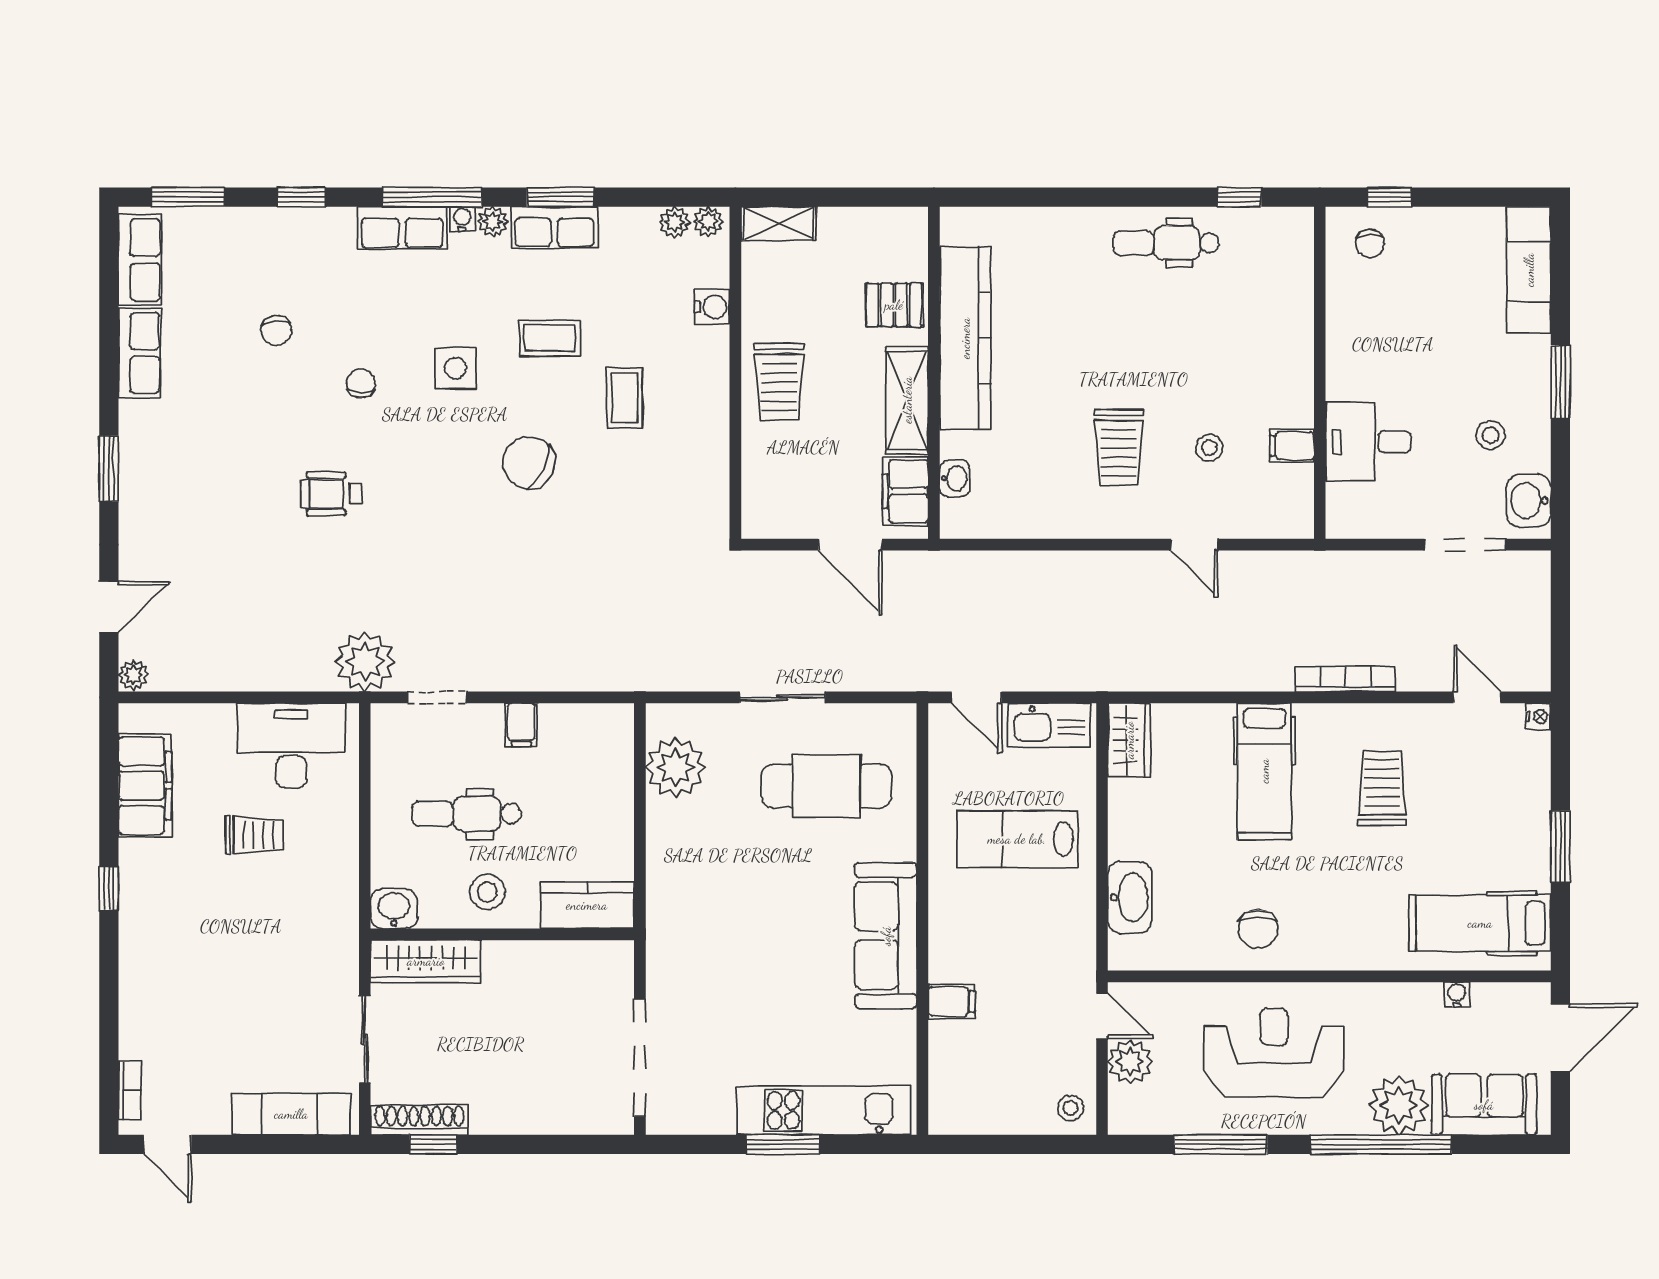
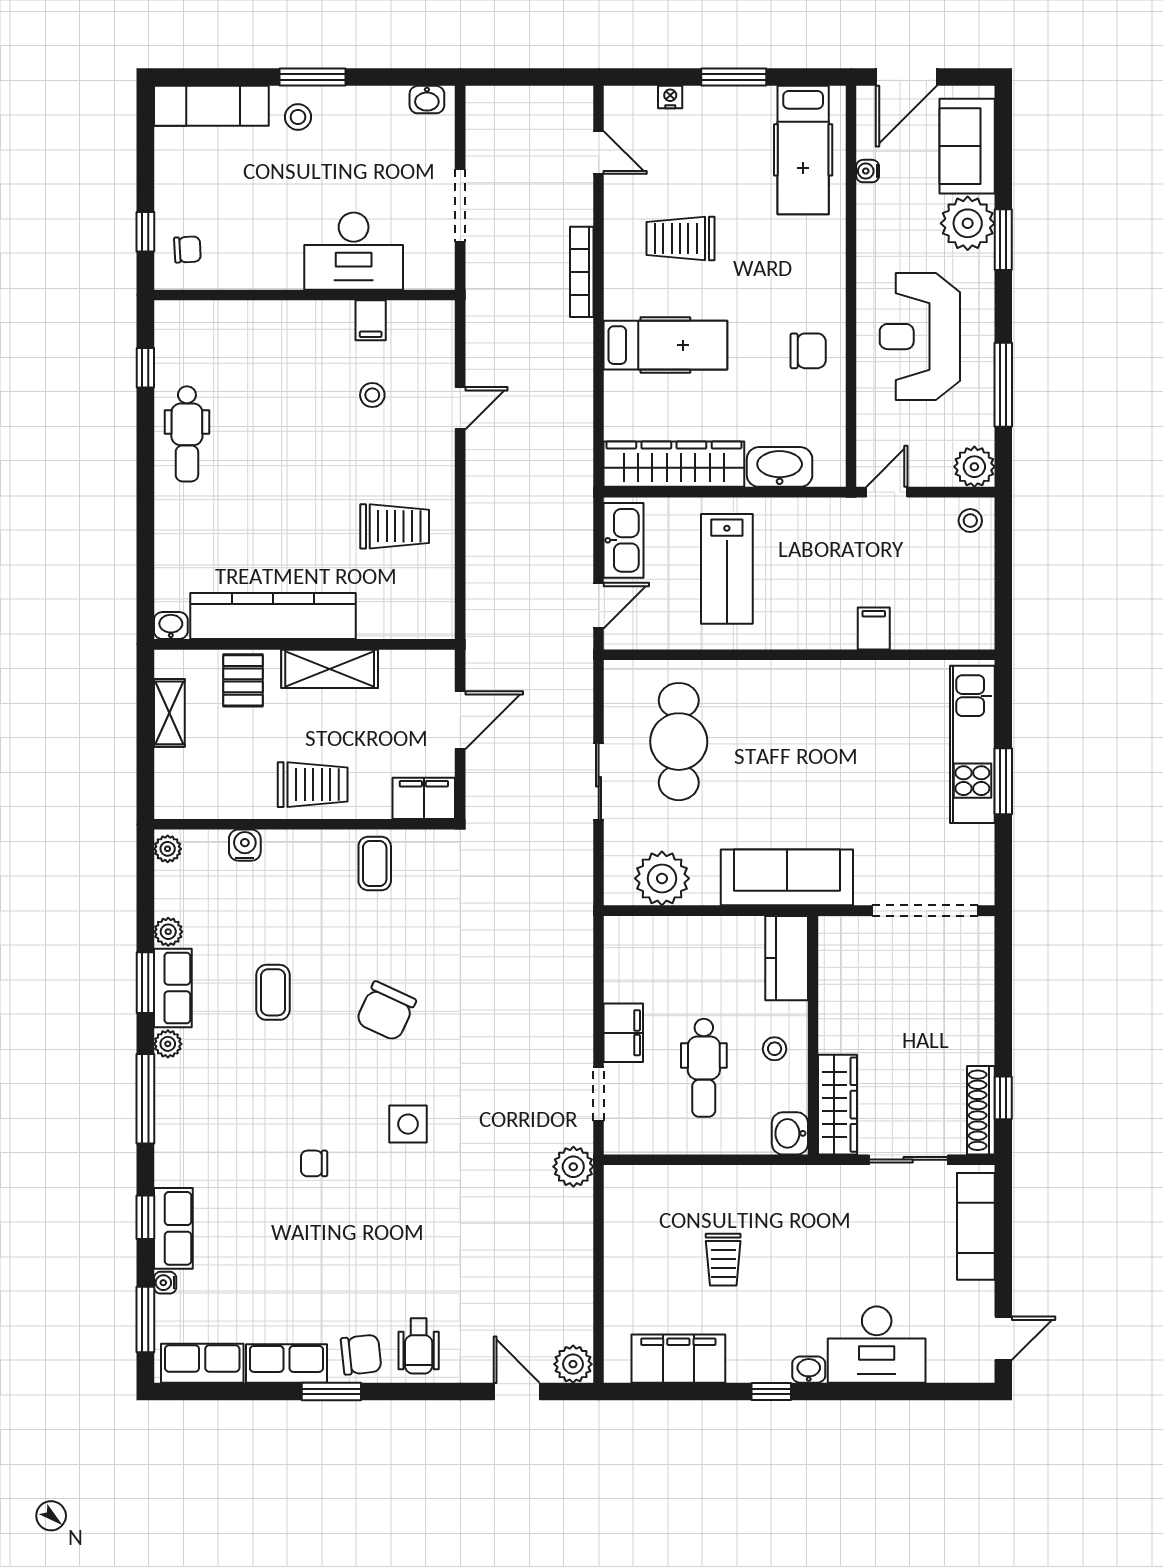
water cooler: (462, 219) -> (165, 1283), moved
plant: (674, 222) -> (168, 932), moved
shelving: (779, 223) -> (169, 713), moved
row of seats: (402, 228) -> (173, 1228), moved
chair: (276, 330) -> (361, 1355), moved, width x1.37, depth x1.37
side table: (455, 368) -> (408, 1124), moved
coffee table: (625, 398) -> (375, 864), moved, turned 90
stool: (1490, 435) -> (298, 117), moved
desk: (1368, 442) -> (354, 251), width x1.37
trolley: (1119, 447) -> (395, 526), moved
window: (109, 469) -> (331, 1392), moved
washbasin: (955, 478) -> (171, 626), moved
filing cabinet: (905, 491) -> (424, 798), moved, turned 180
wheelchair: (331, 494) -> (419, 1346), moved
washbasin: (1529, 501) -> (427, 100), width x0.72, depth x0.69
doorway: (1465, 545) -> (460, 205), moved
plant: (365, 662) -> (573, 1167), width x0.73, depth x0.73
plant: (133, 675) -> (573, 1364), width x1.38, depth x1.38
door: (1477, 697) -> (599, 153), swing flipped
nightstand: (1538, 717) -> (670, 97), moved
filing cabinet: (521, 725) -> (623, 1033), width x2.00
wardrobe: (1129, 740) -> (674, 464), width x2.10, depth x1.17
desk: (291, 745) -> (877, 1345), moved, turned -90
trolley: (254, 835) -> (723, 1260), turned 180
stool: (487, 892) -> (775, 1049), width x0.73, depth x0.73
washbasin: (133, 930) -> (809, 1370), added
sofa: (886, 936) -> (787, 877), moved, turned 180
door: (1560, 1038) -> (906, 77), swing flipped
plant: (1130, 1062) -> (974, 467), moved
bookcase: (130, 1090) -> (954, 1372), removed
window: (1381, 1144) -> (1003, 240), width x0.47

